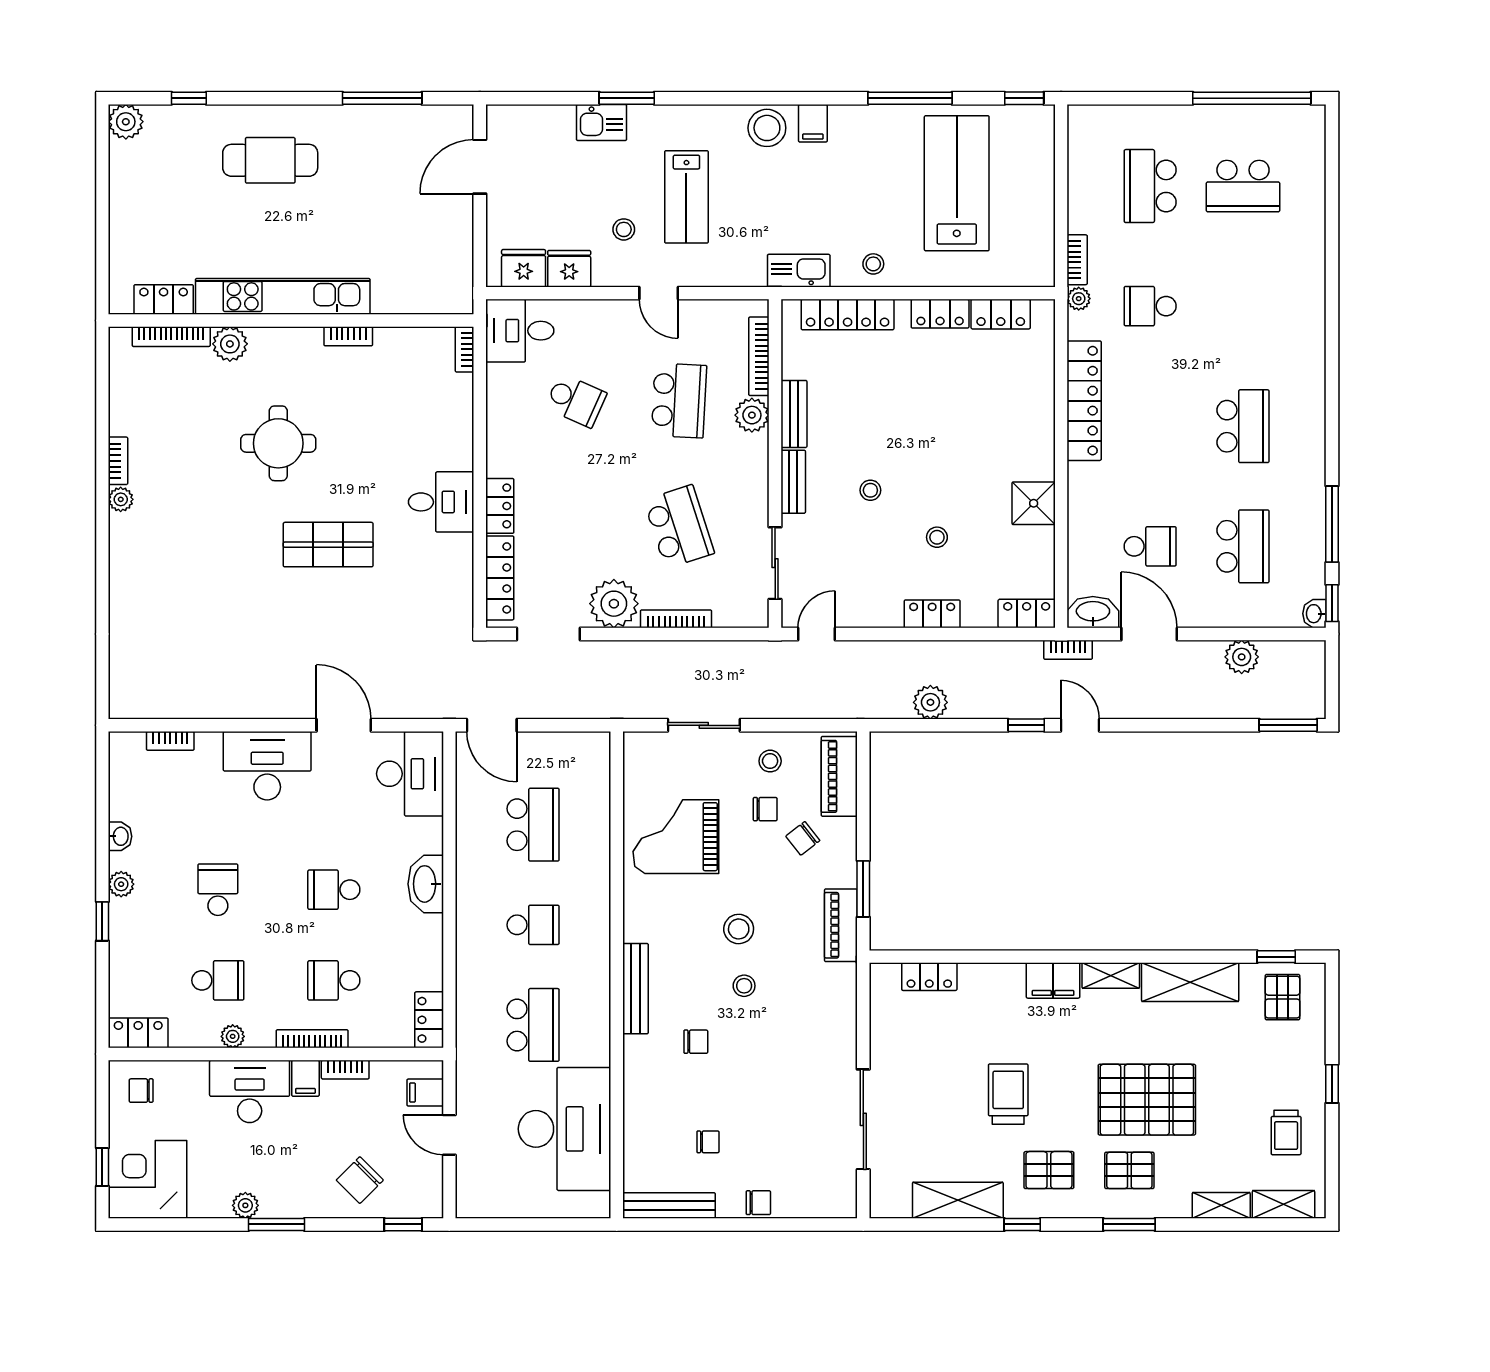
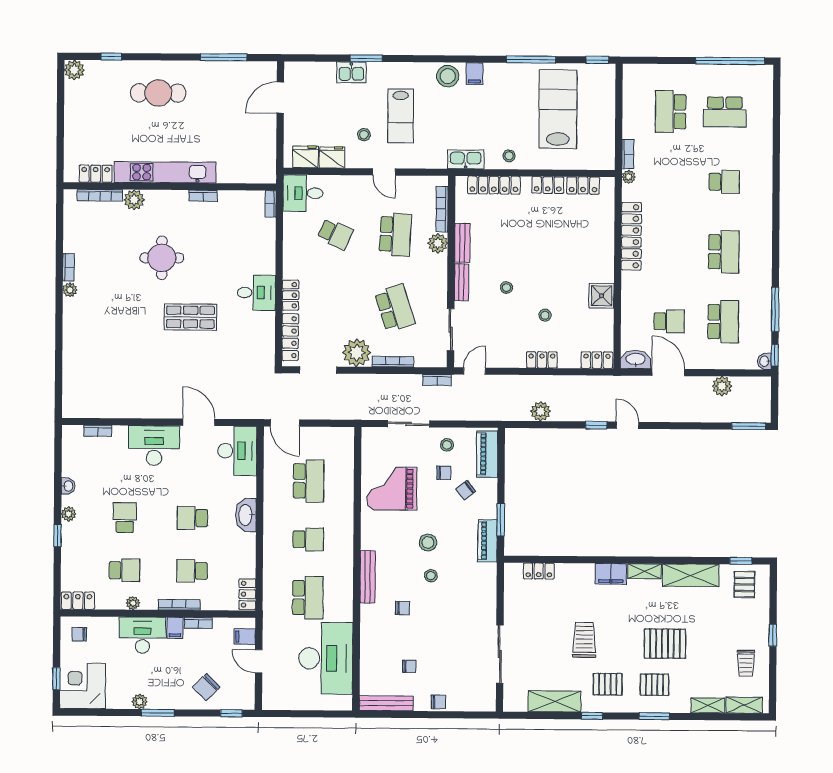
school desk: (1150, 306) -> (724, 182), moved, turned 180
bookcase: (1068, 650) -> (437, 380), moved
pallet: (1147, 1100) -> (665, 644), width x0.73, depth x0.71

